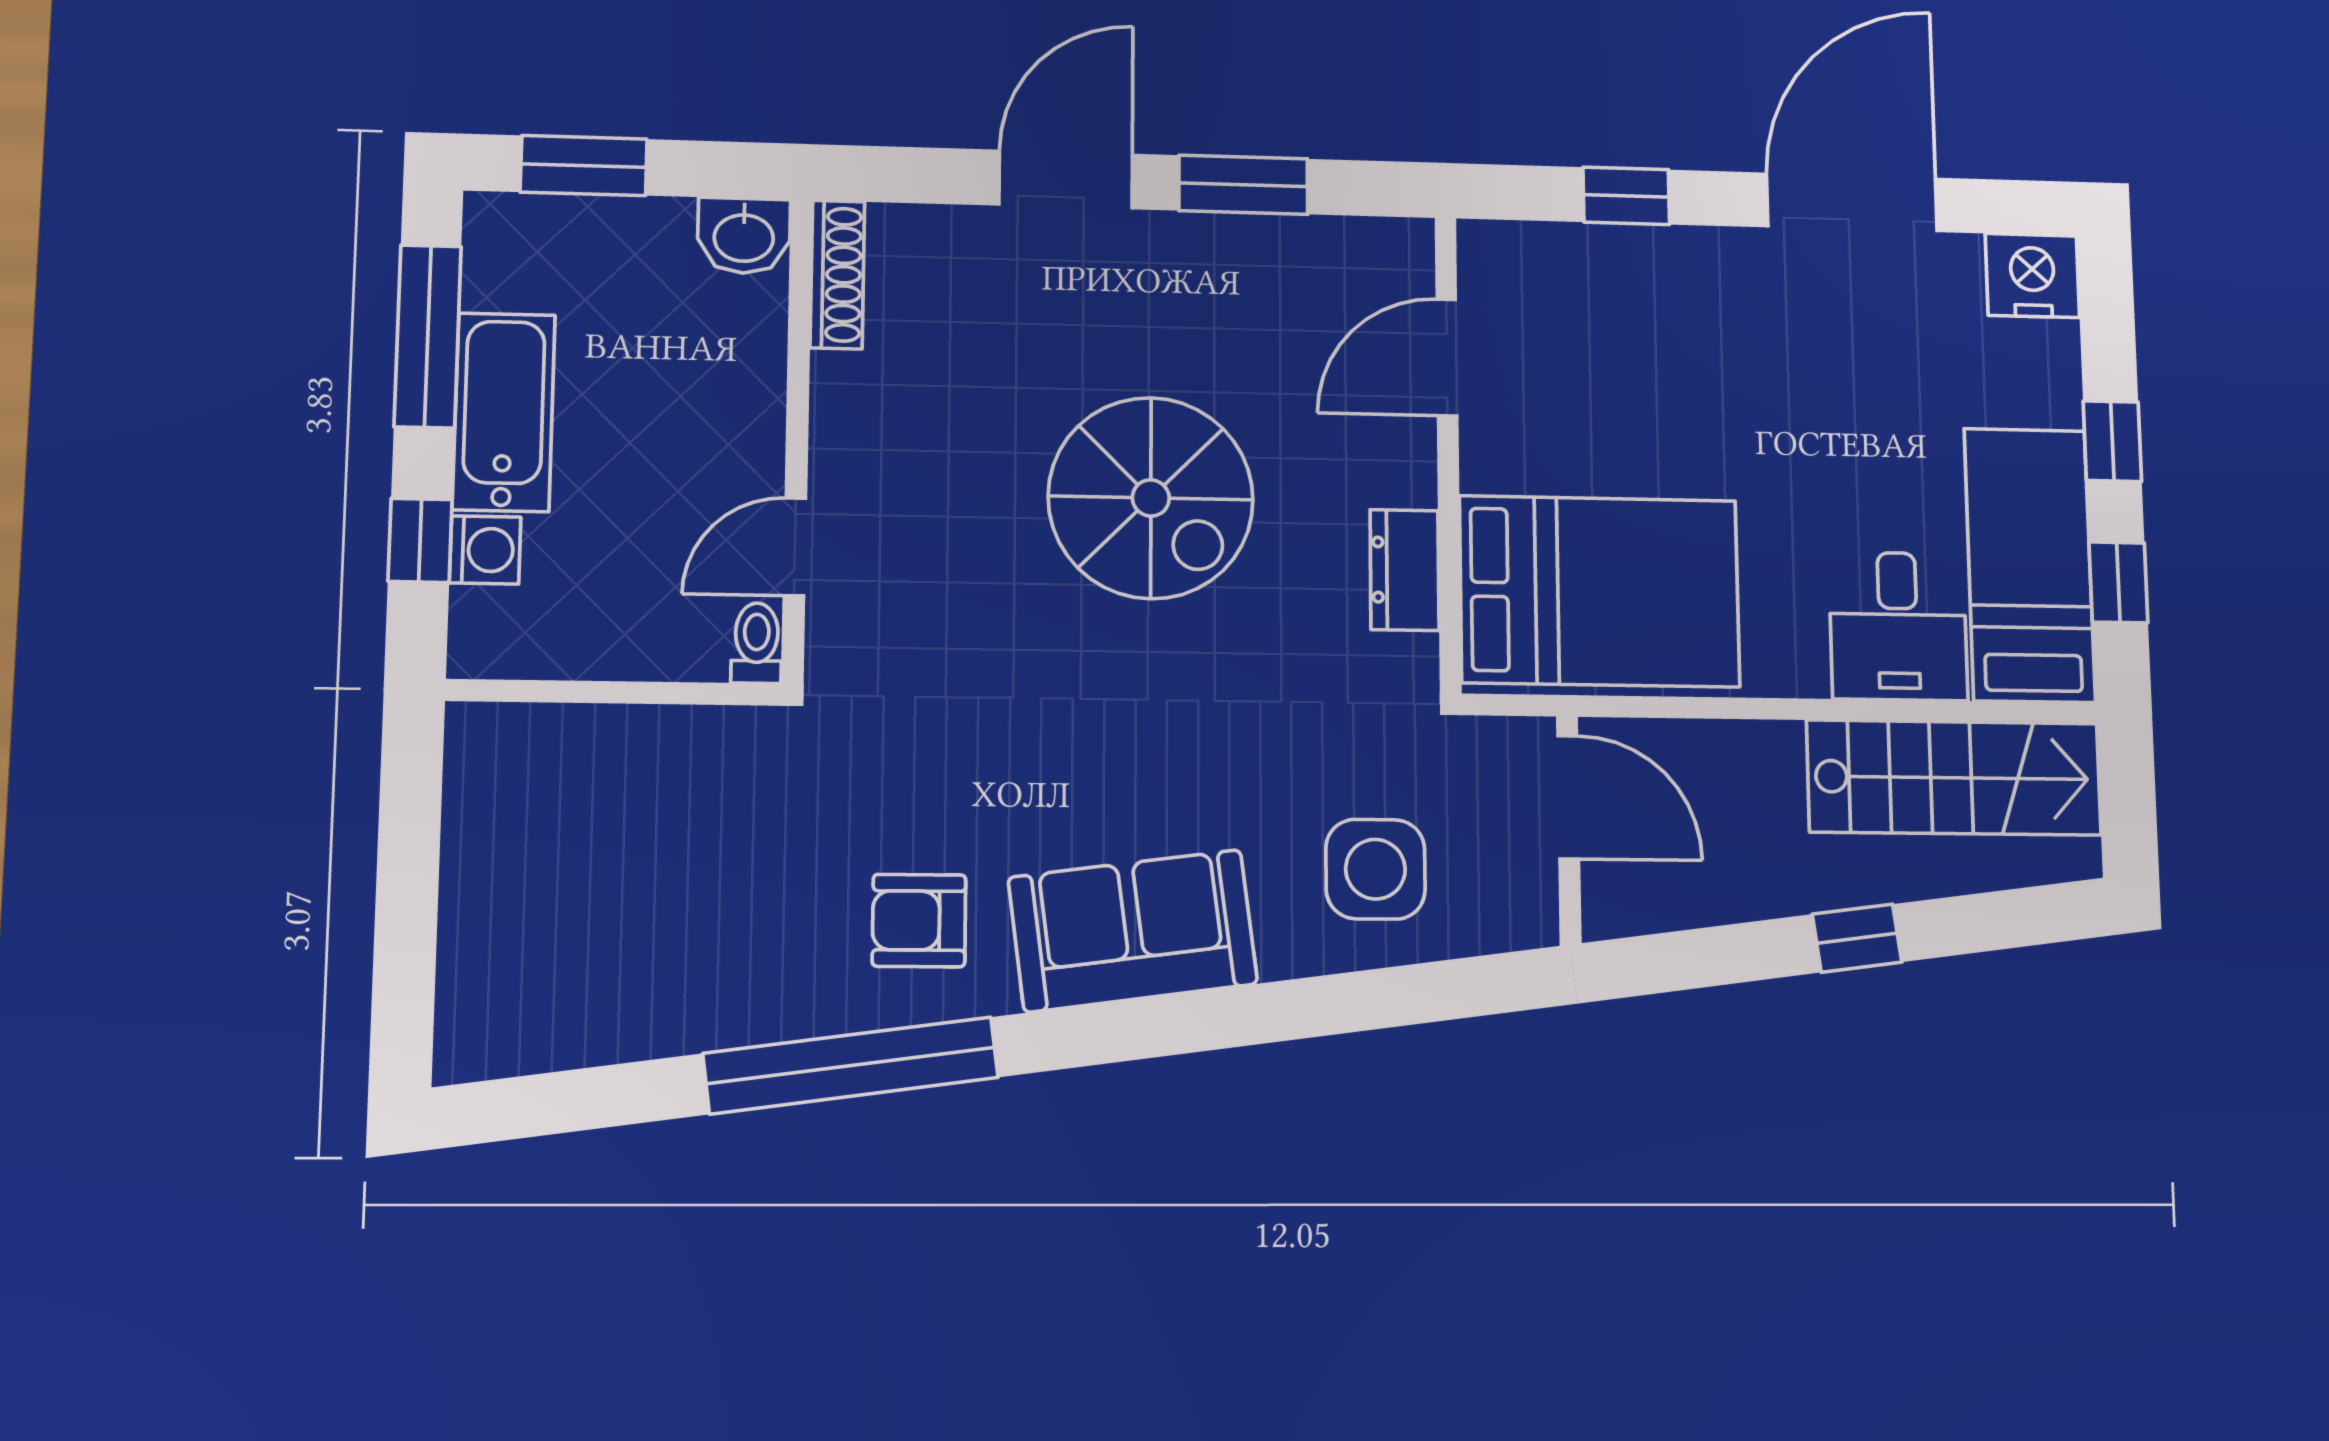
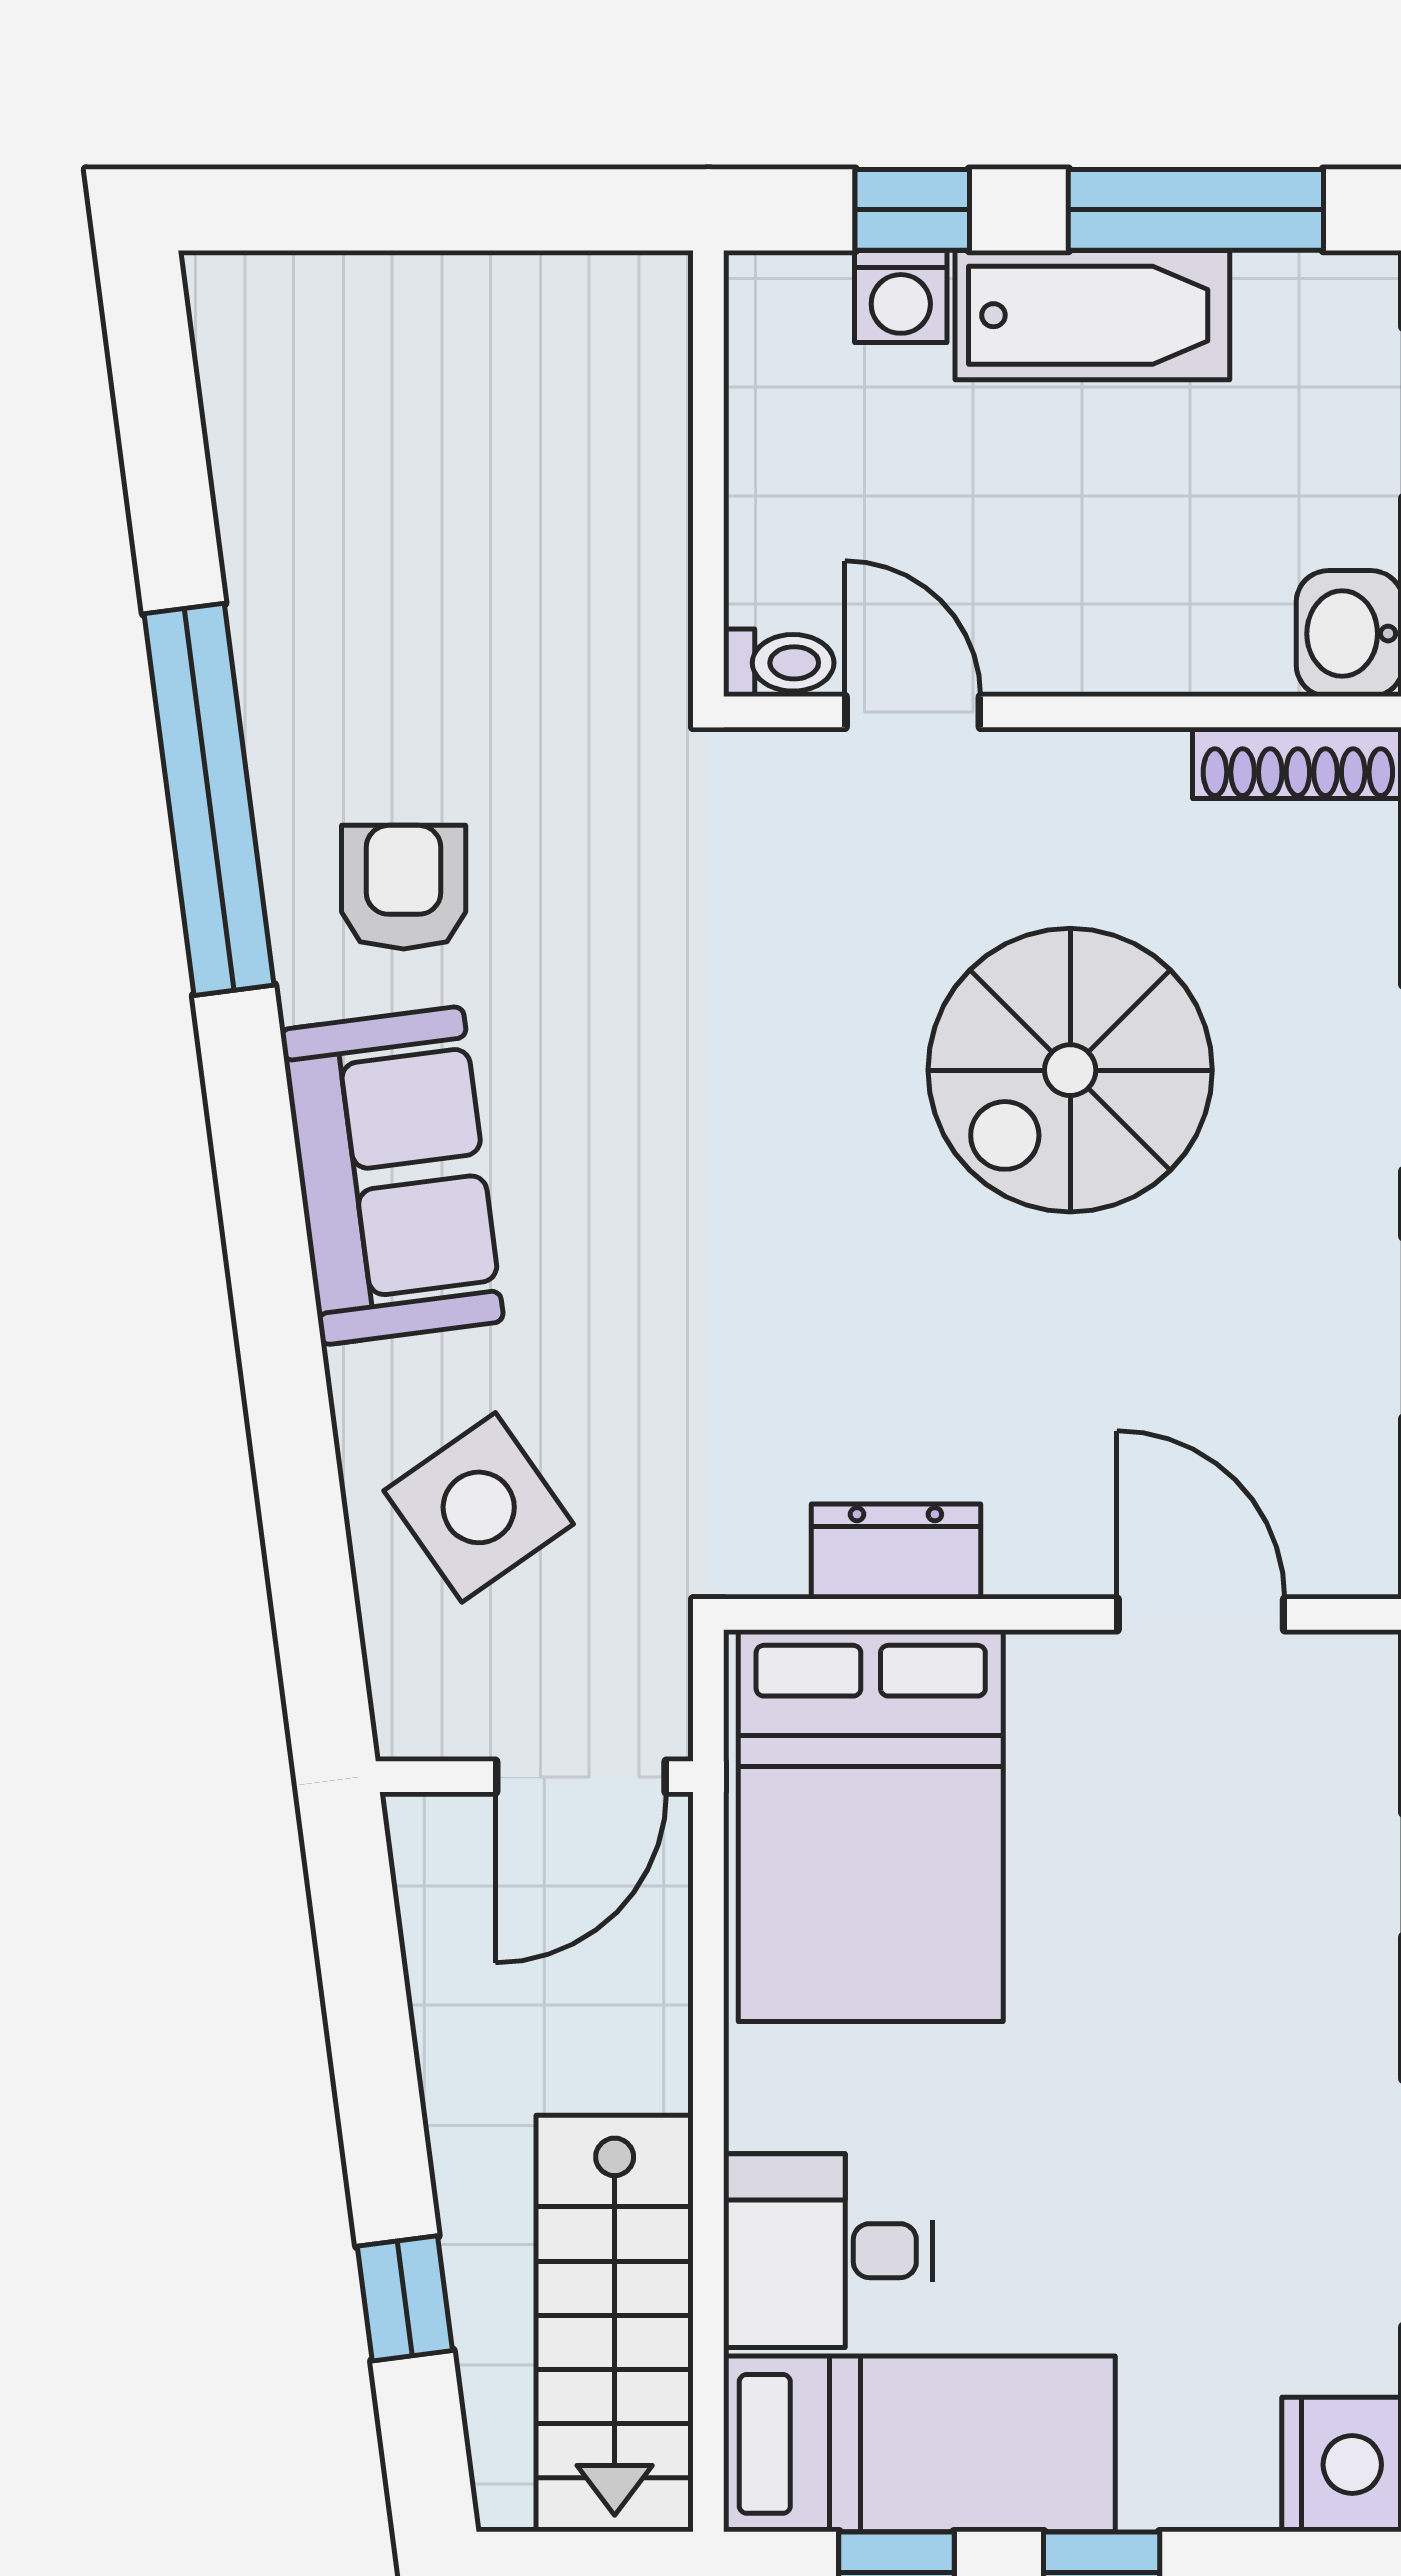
spiral stairs: (1151, 498) -> (1070, 1070), moved
side table: (1375, 869) -> (479, 1507), turned -35
window: (1857, 938) -> (405, 2298), moved

